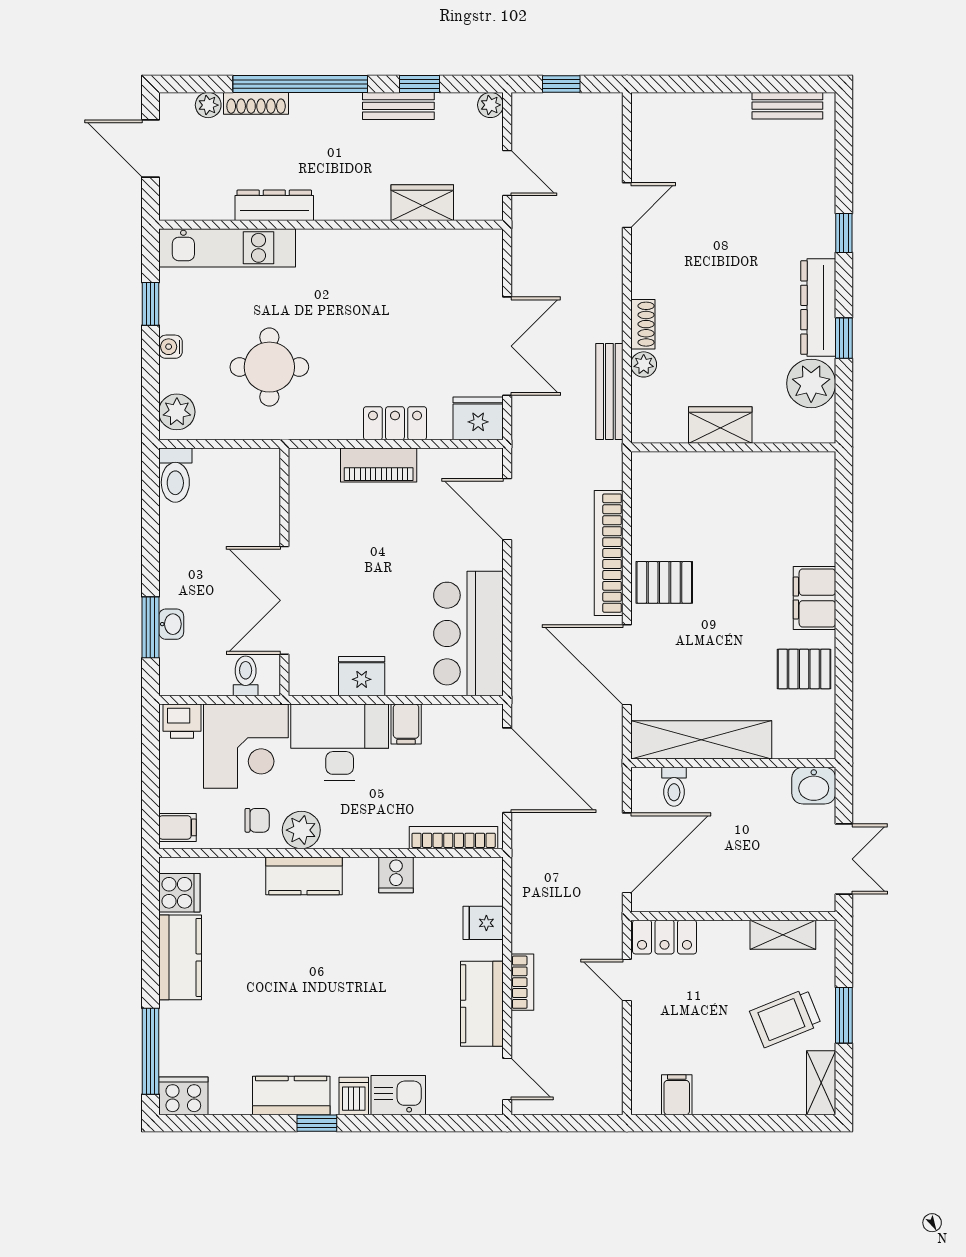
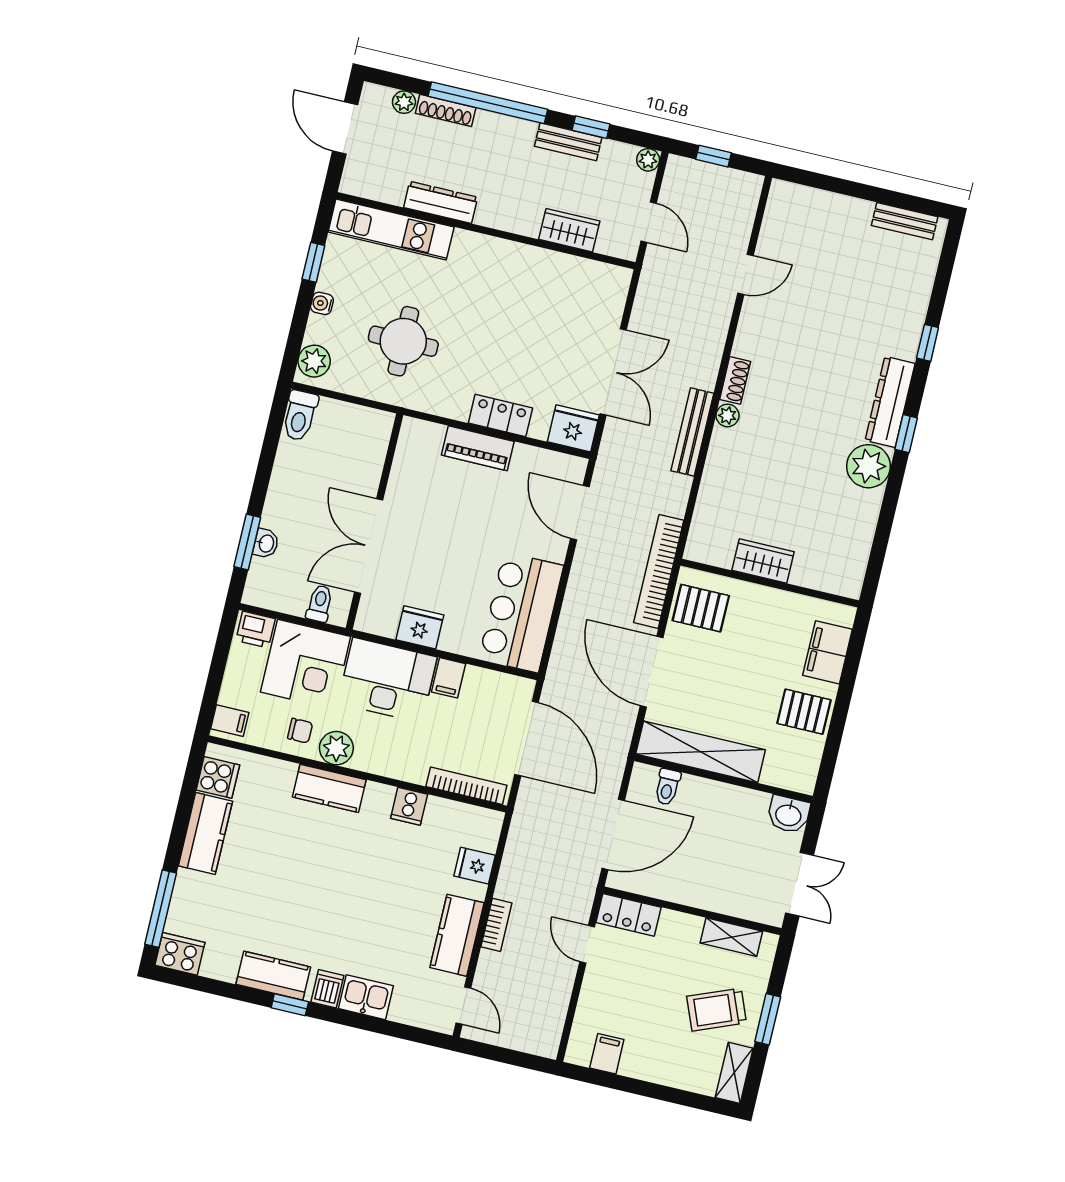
wardrobe: (720, 425) -> (763, 561), moved
wall: (733, 447) -> (770, 583), moved

